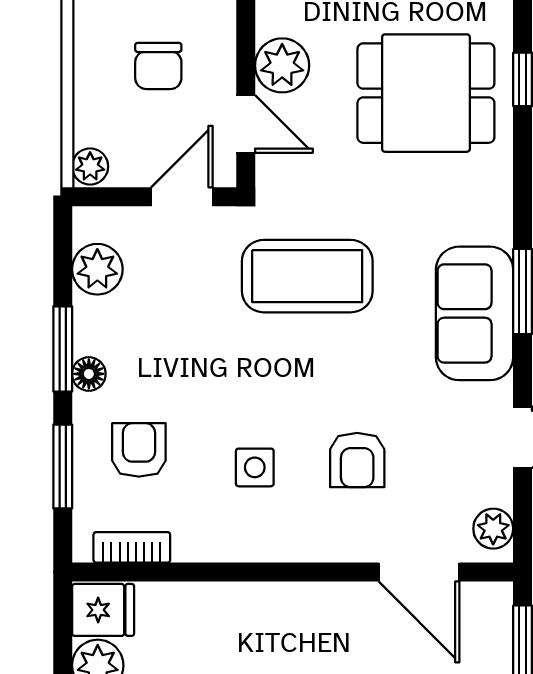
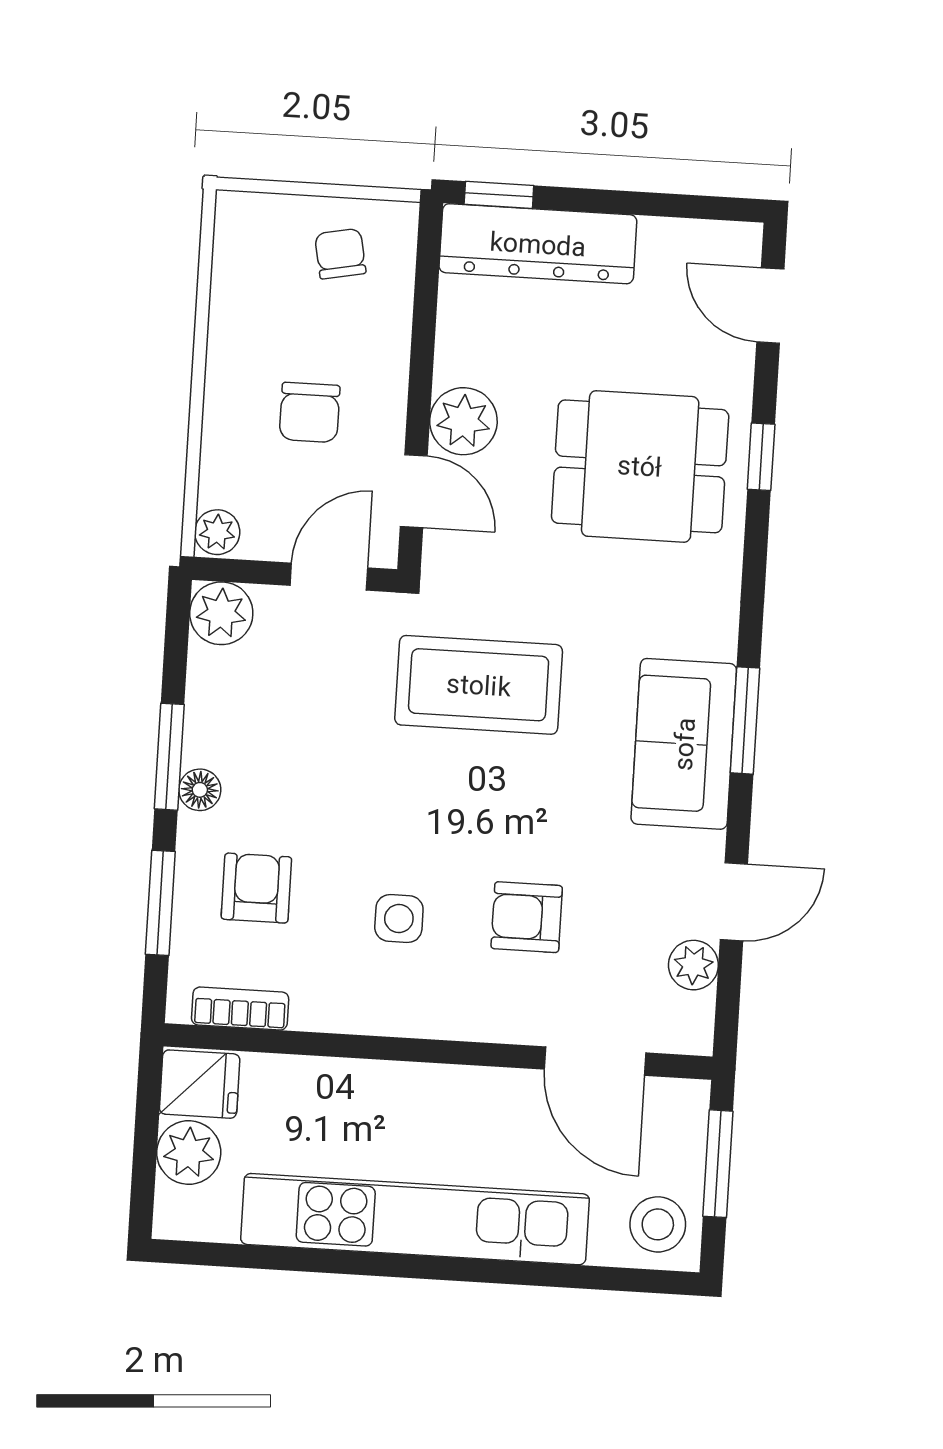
plant: (97, 269) -> (221, 613), moved
armchair: (357, 460) -> (527, 917), turned 90
plant: (493, 529) -> (693, 965), moved

